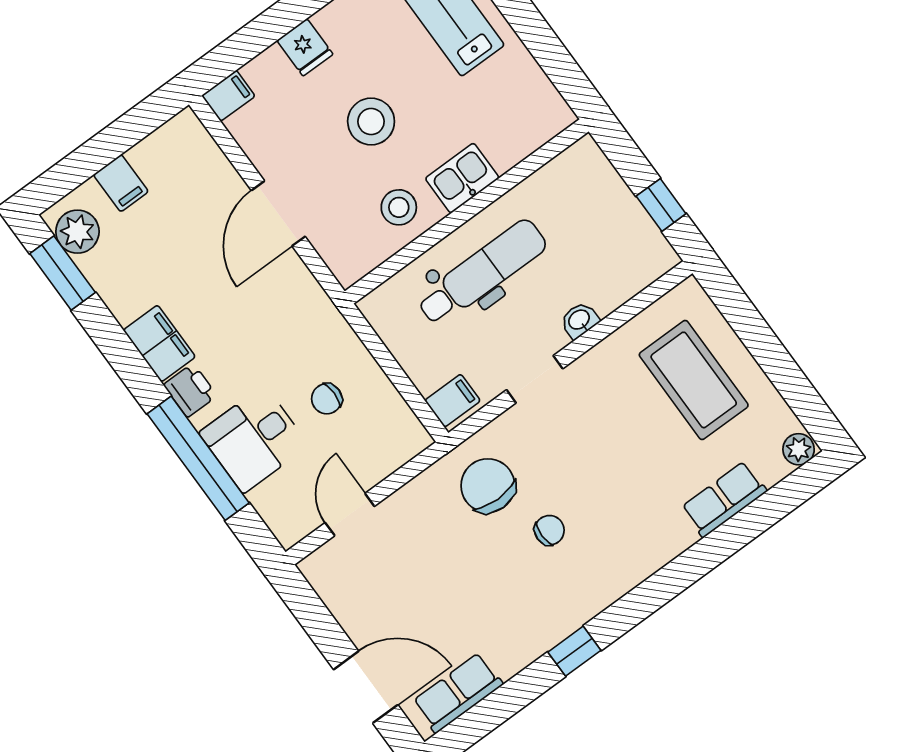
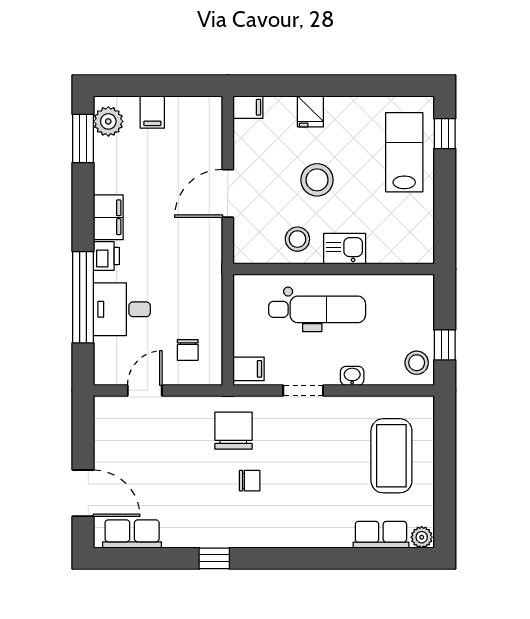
stool: (644, 250) -> (417, 363), added
chair: (327, 399) -> (188, 350), moved, turned -90
row of seats: (724, 499) -> (381, 535), moved

